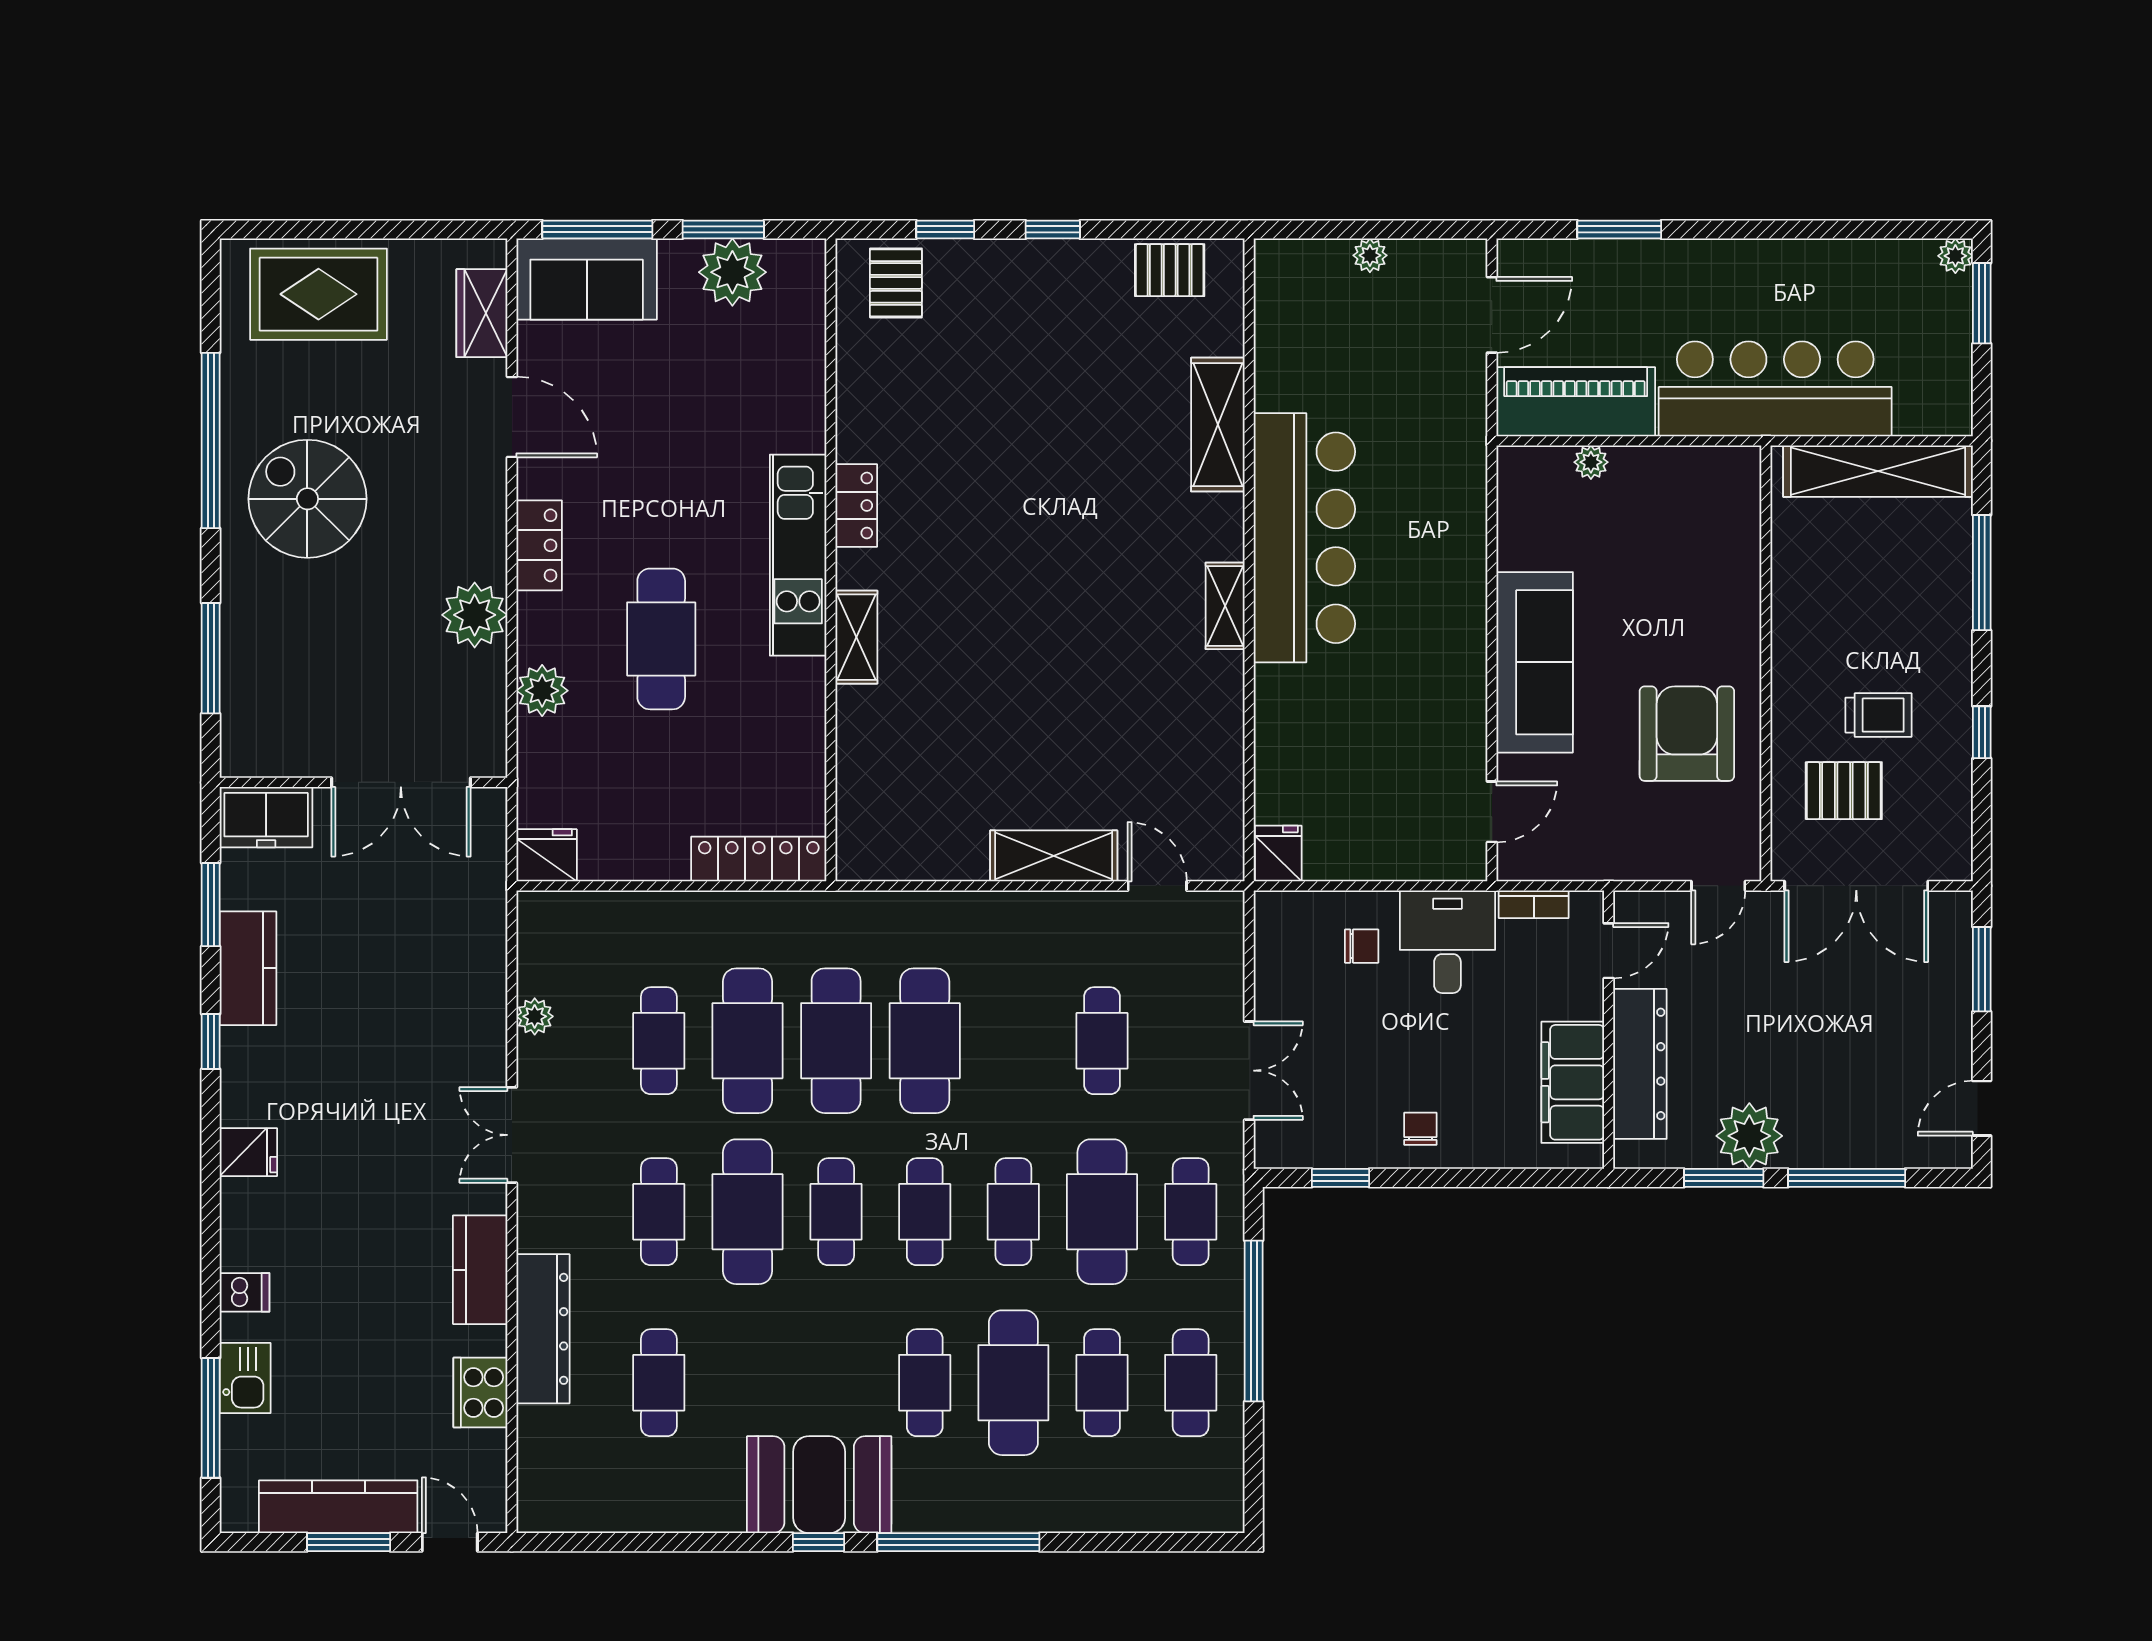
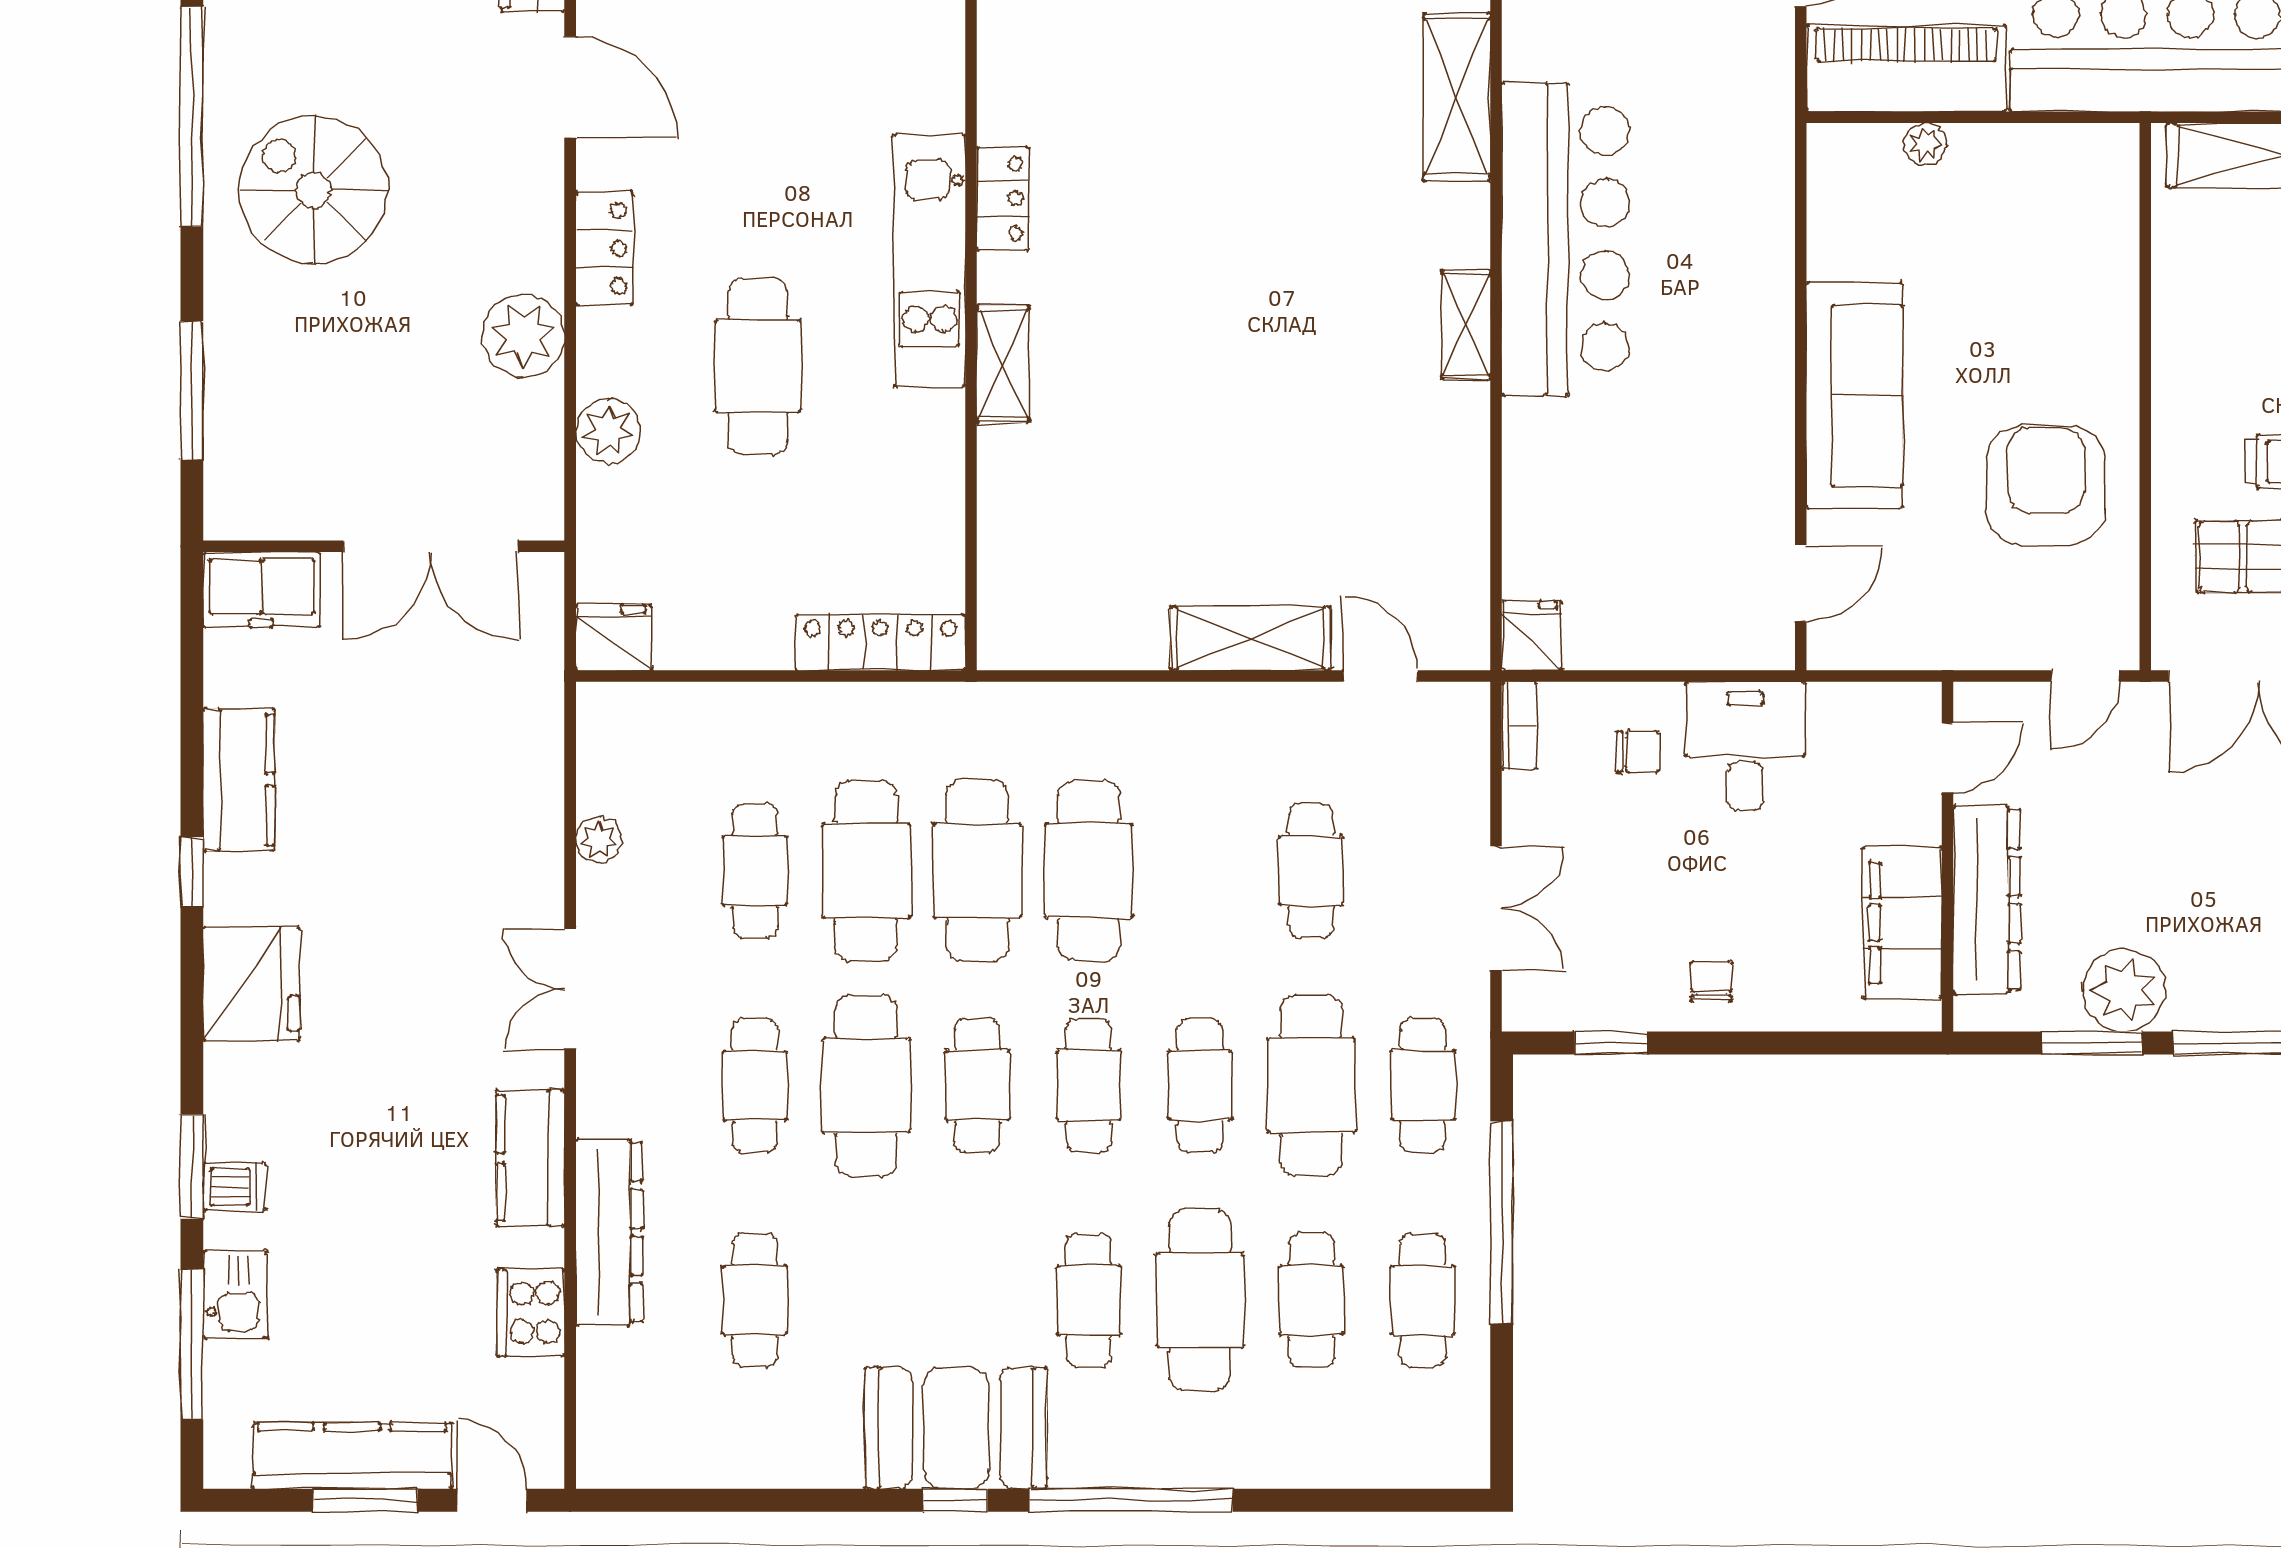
bookcase: (1534, 904) -> (1519, 726), moved, turned -90
window: (211, 905) -> (192, 1166), moved
fridge: (248, 1152) -> (251, 984), width x1.88, depth x1.34

